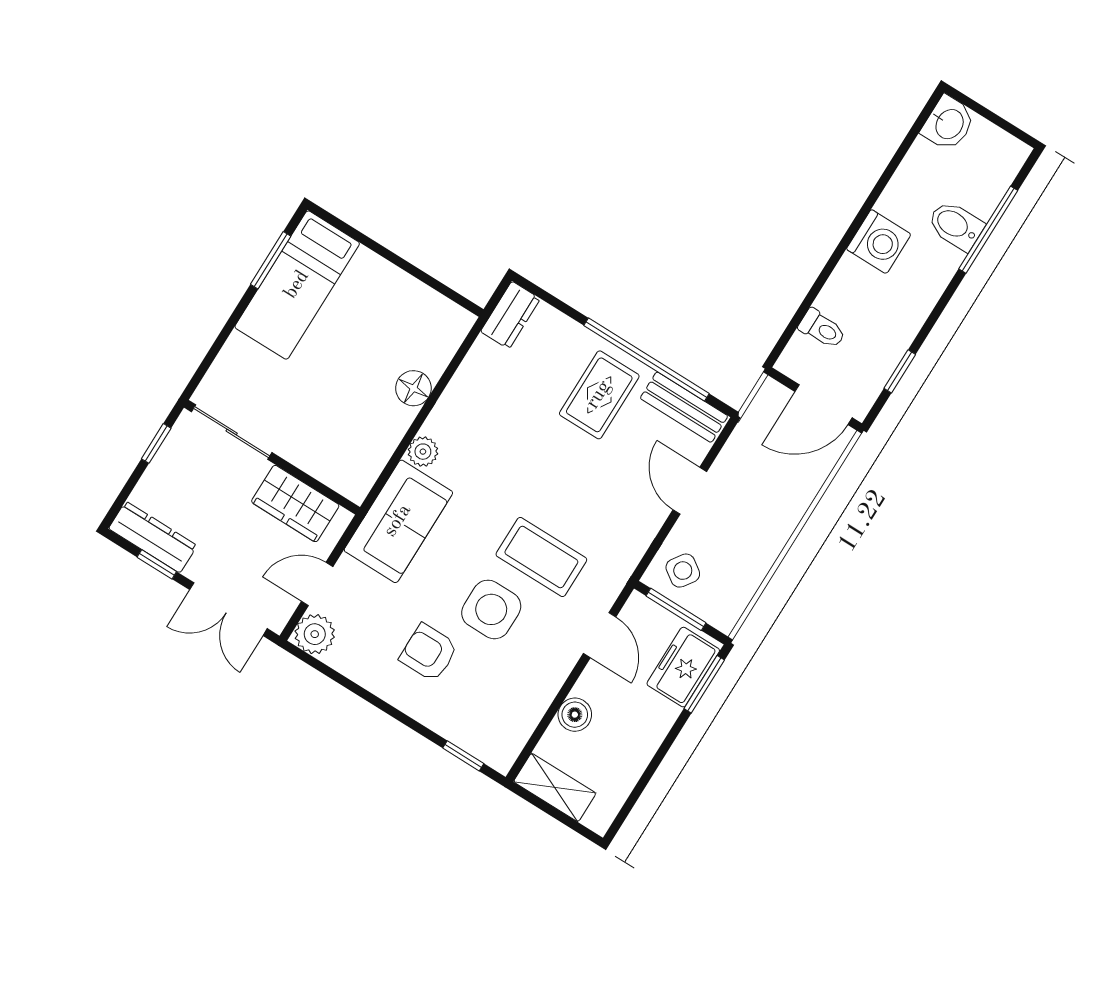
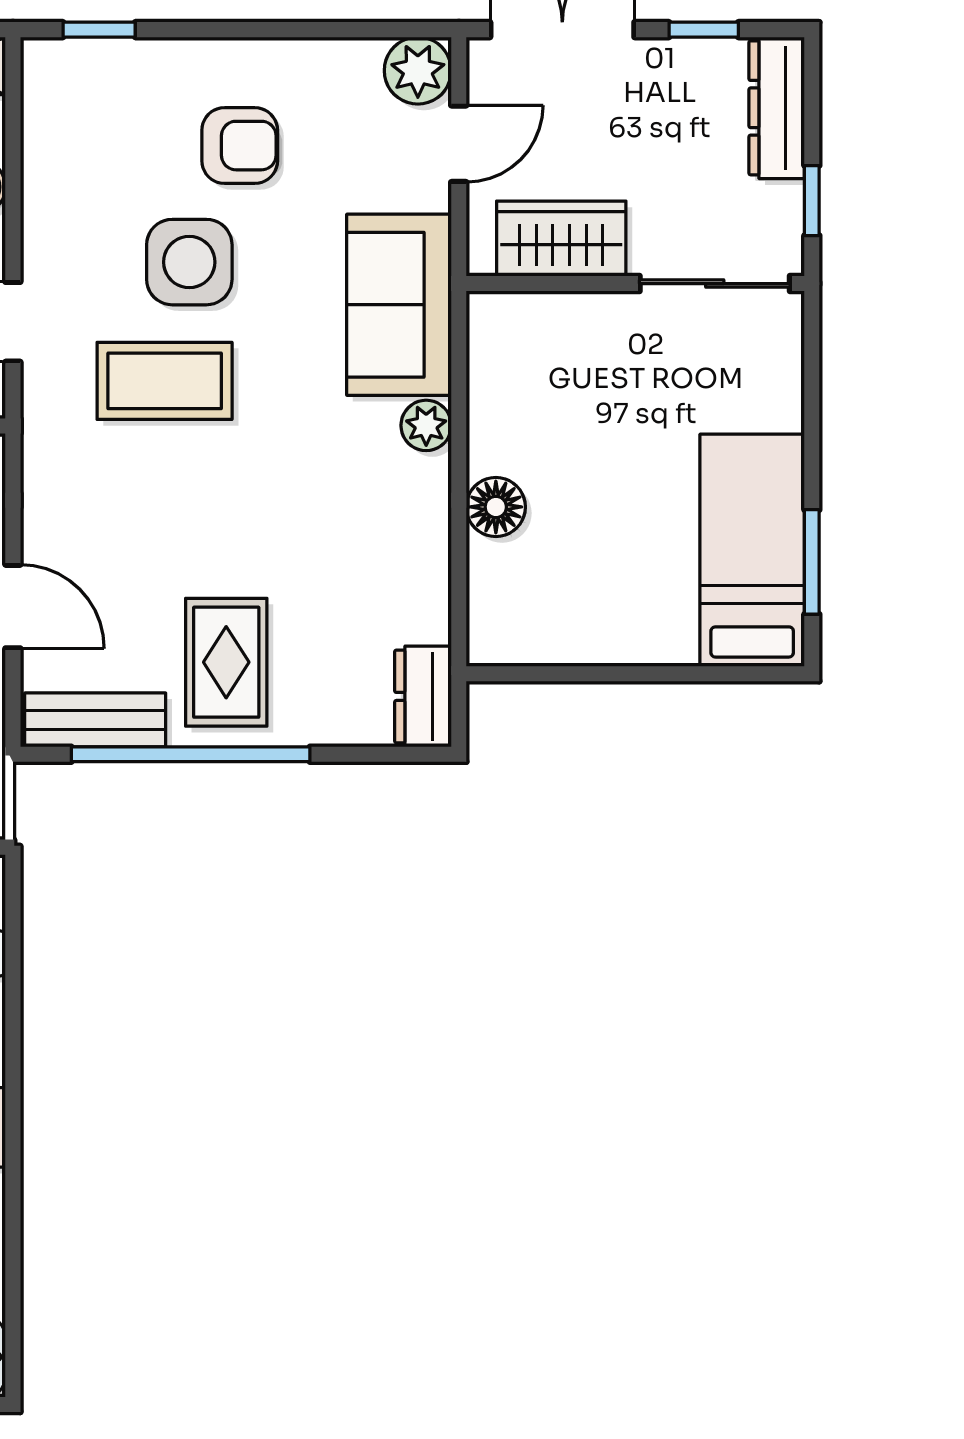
dresser: (153, 537) -> (777, 108), moved, turned 90

